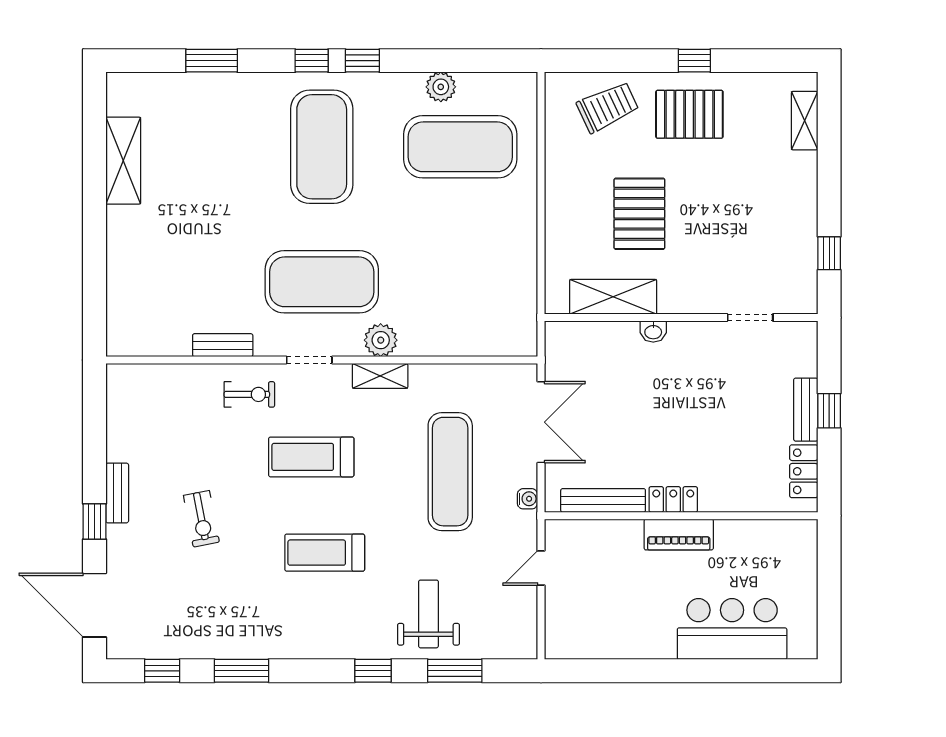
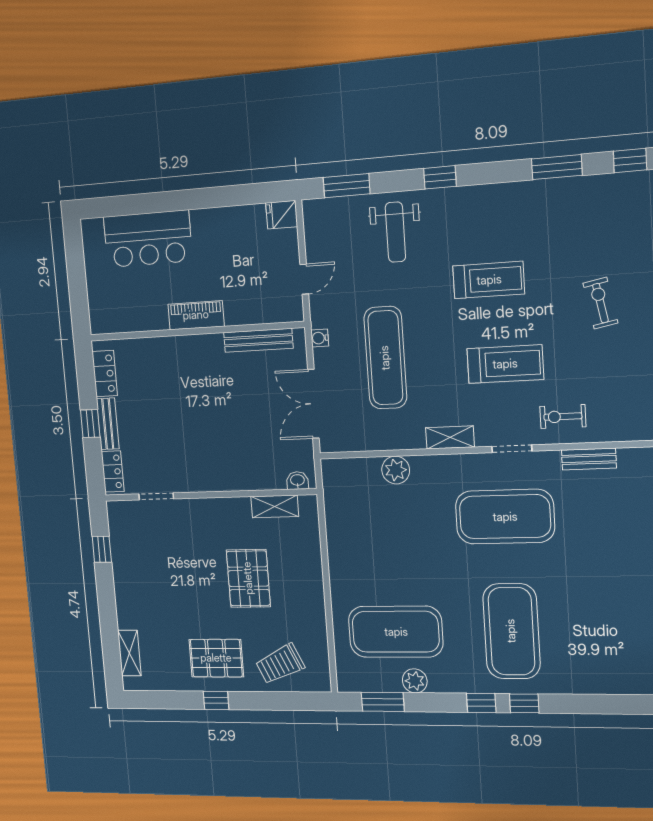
window: (212, 61) -> (383, 702), moved
shelving: (613, 297) -> (275, 506), width x0.67, depth x0.75
washbasin: (653, 332) -> (297, 481), moved
plant: (381, 340) -> (396, 470), moved
locker: (673, 499) -> (113, 471), moved, turned -90
fridge: (563, 644) -> (282, 215), added
window: (455, 671) -> (347, 186), moved

